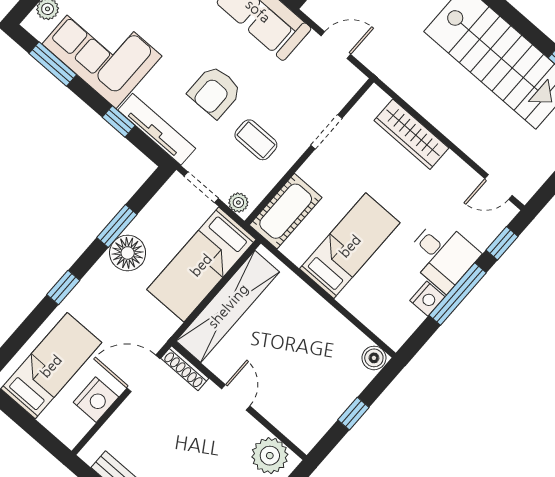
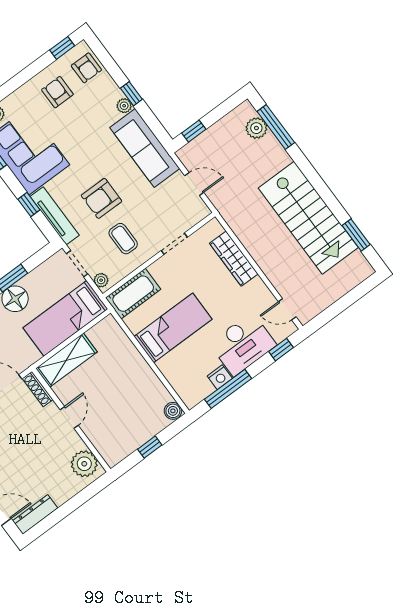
desk: (442, 255) -> (243, 344), width x1.37
window: (458, 294) -> (228, 389), moved
shelving: (228, 306) -> (66, 360), width x0.68

